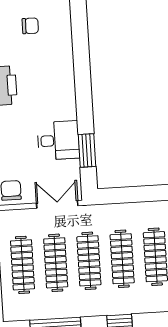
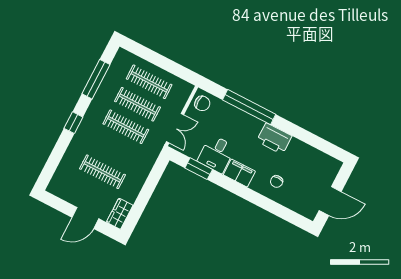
chair: (30, 26) -> (277, 181), moved
filing cabinet: (64, 102) -> (239, 173), added
clothes rail: (122, 259) -> (114, 149), removed

